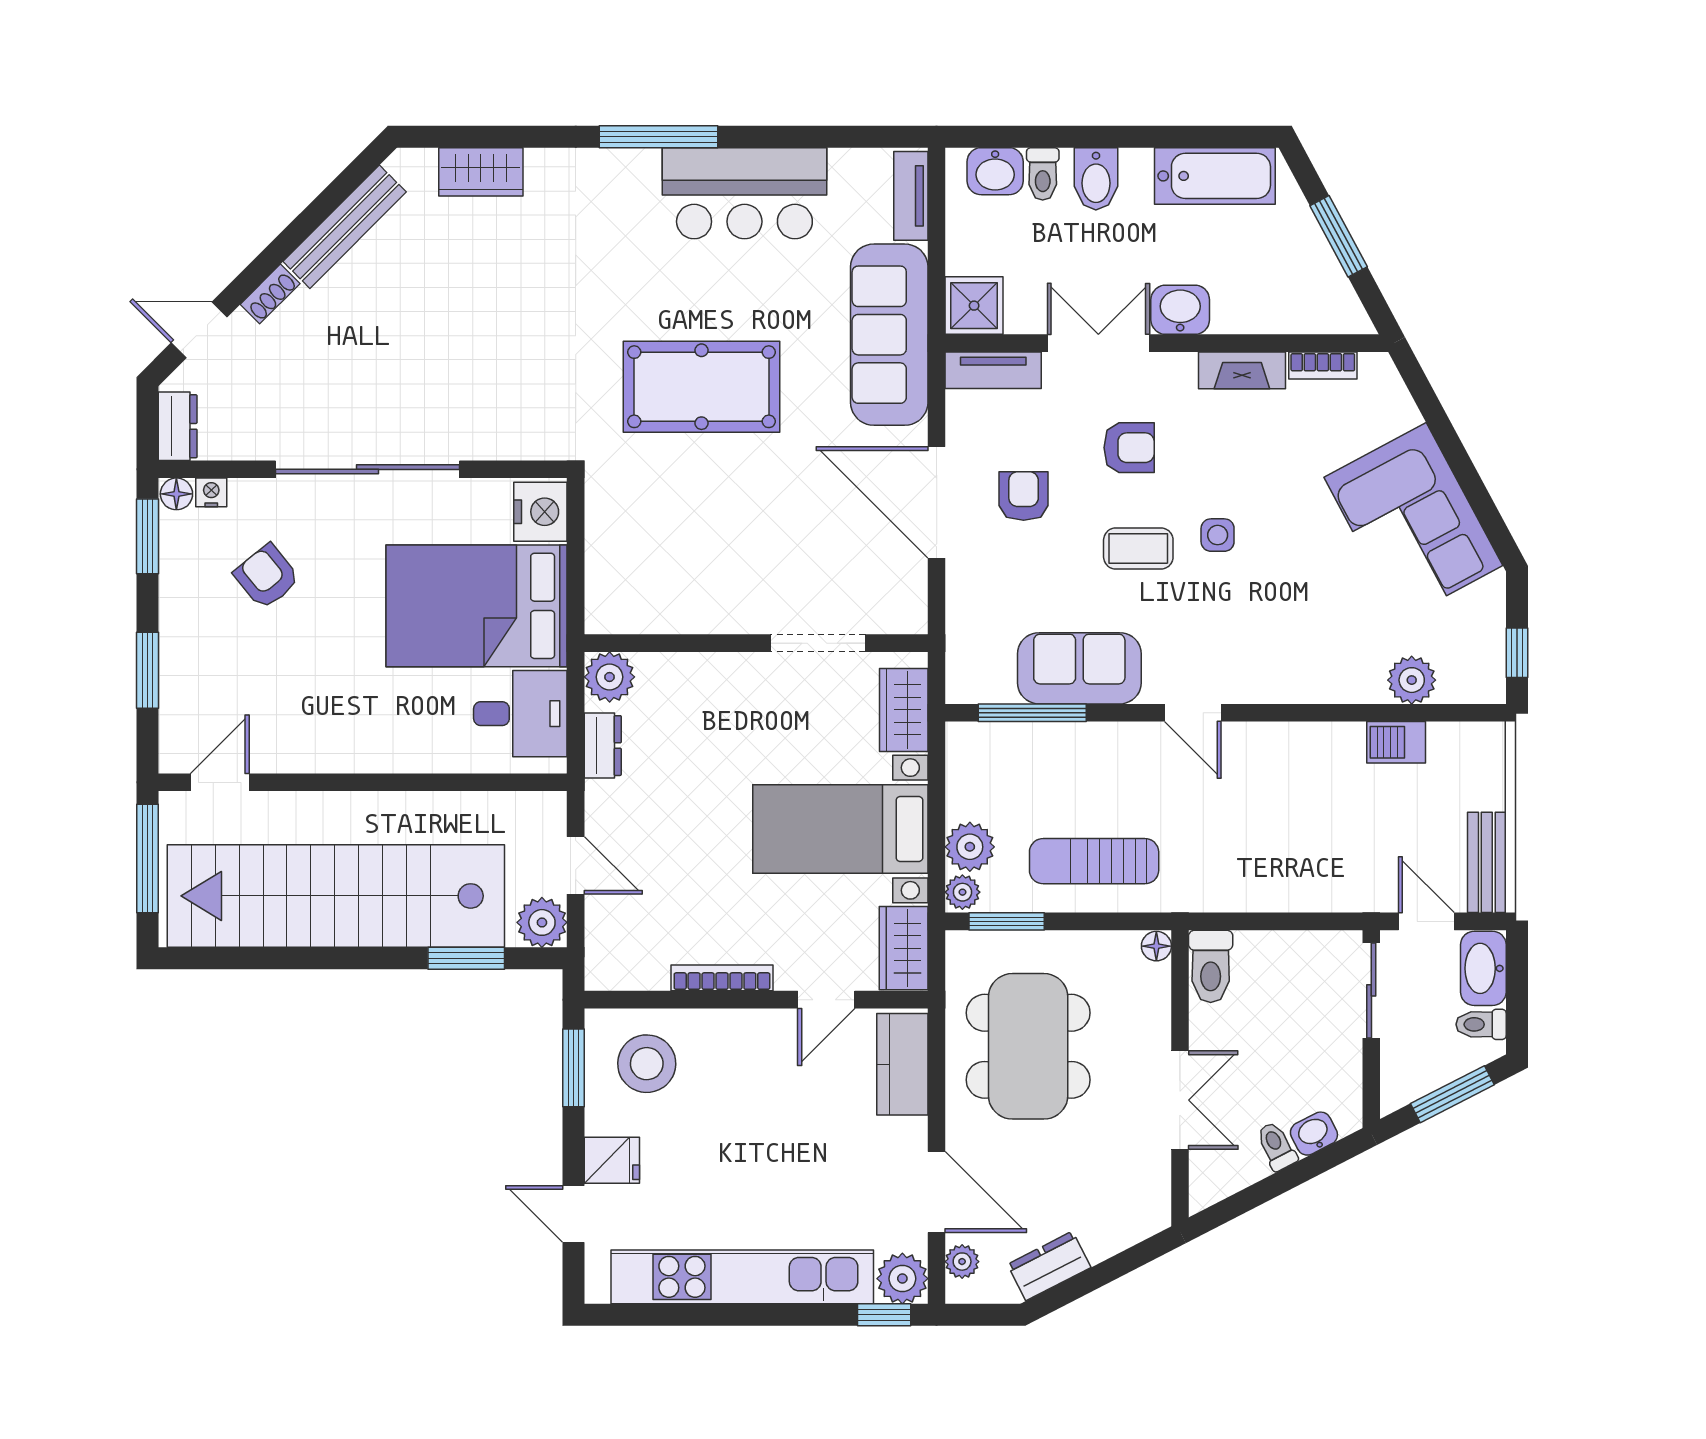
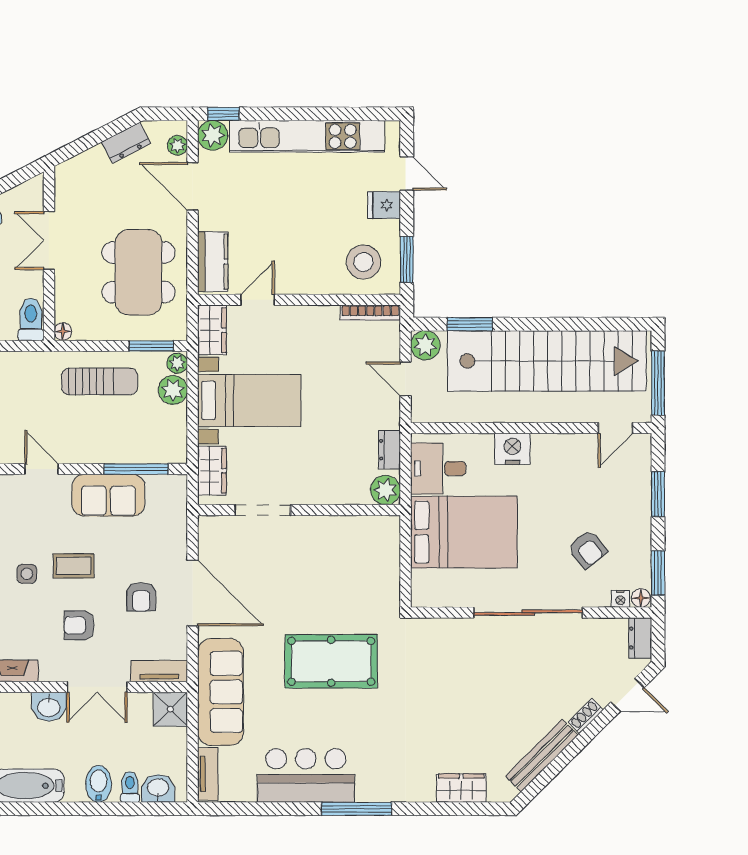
nightstand: (540, 512) -> (512, 449), moved, turned 90
bookcase: (722, 978) -> (370, 313), moved

